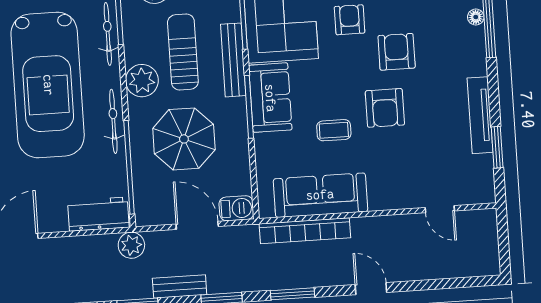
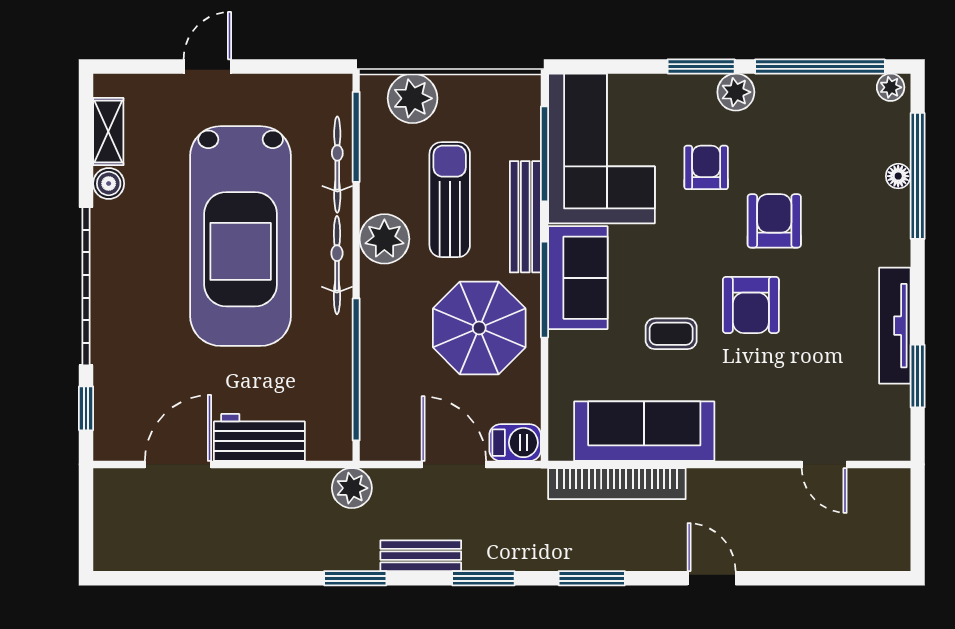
bicycle: (113, 121) -> (337, 265), moved
parasol: (184, 139) -> (479, 328), moved
workbench: (98, 214) -> (259, 437), moved

